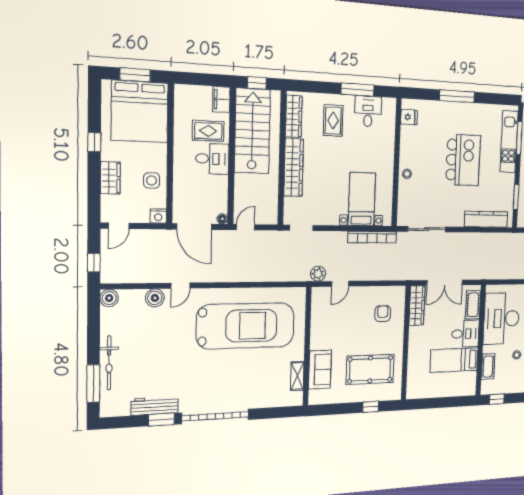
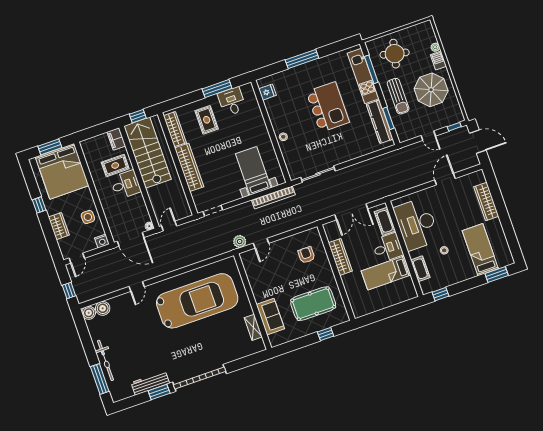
kitchen counter: (486, 219) -> (380, 122), moved, turned -90
boiler: (155, 298) -> (103, 308), moved
wardrobe: (417, 306) -> (340, 257), moved

